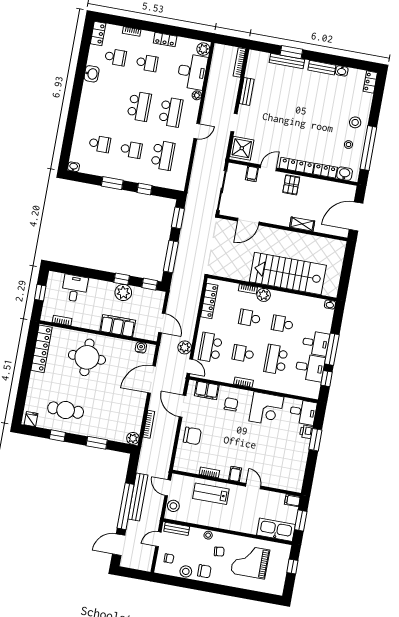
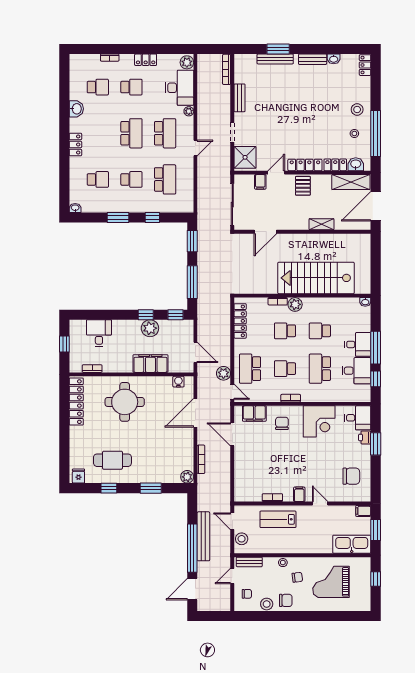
locker: (98, 33) -> (75, 144), moved
shelving: (337, 189) -> (351, 182), added
chair: (192, 436) -> (351, 476), moved

